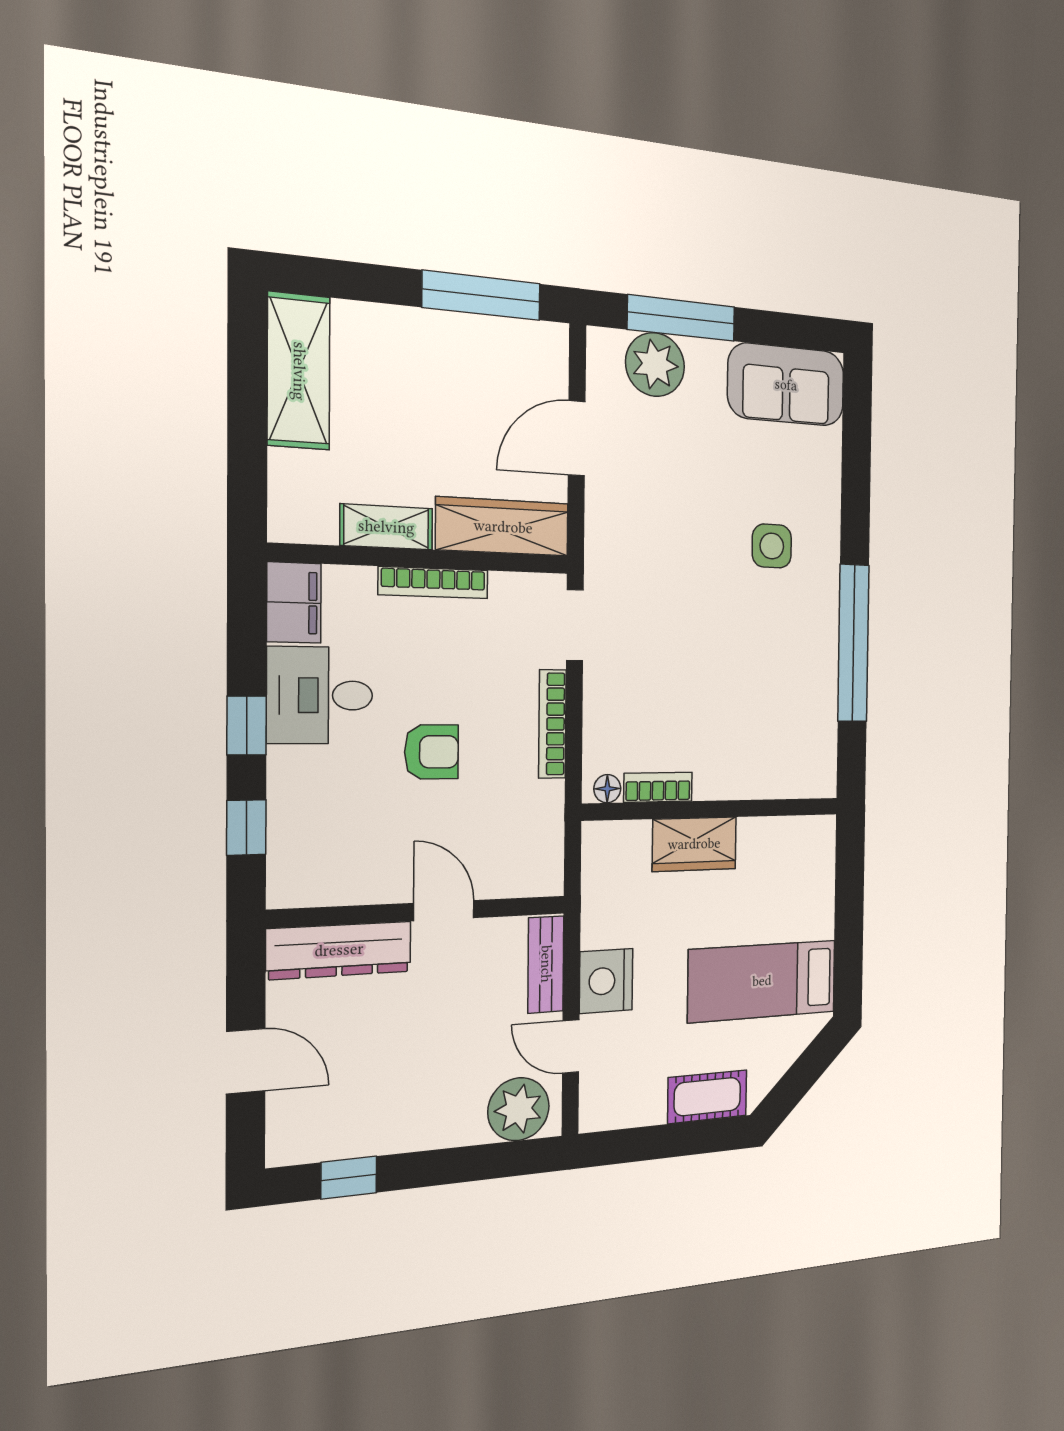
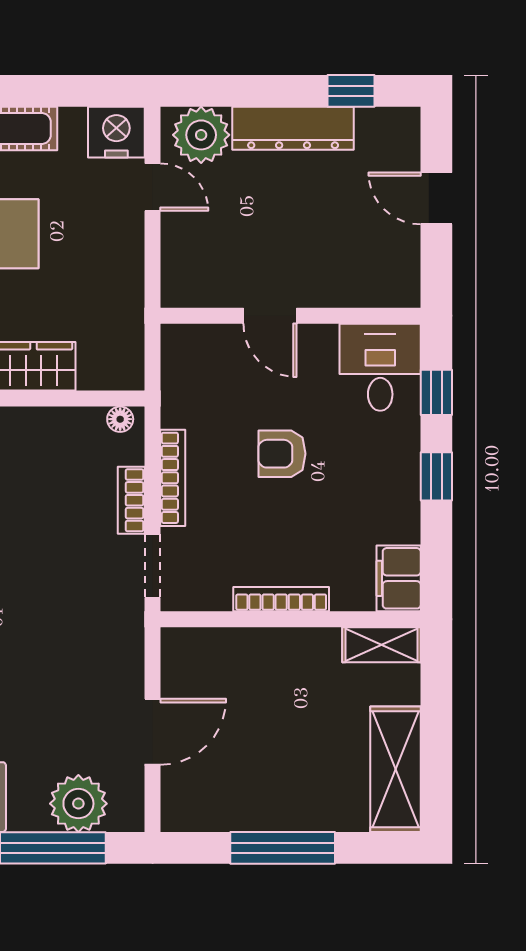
window: (482, 295) -> (283, 848), moved
shelving: (386, 527) -> (382, 645), moved
wardrobe: (503, 527) -> (220, 650), removed
desk: (320, 695) -> (380, 367), moved, turned -90
bookcase: (658, 787) -> (131, 500), moved, turned 90
dresser: (339, 950) -> (293, 128), moved, turned 180
bench: (546, 964) -> (177, 263), removed
nightstand: (606, 981) -> (116, 132), moved, turned -90

